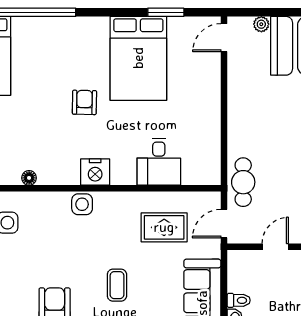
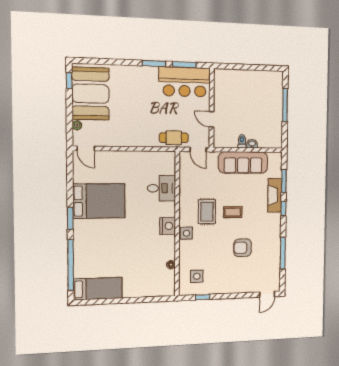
window: (166, 12) -> (70, 218), moved
armchair: (84, 102) -> (126, 233), removed
rug: (164, 227) -> (207, 212), moved

